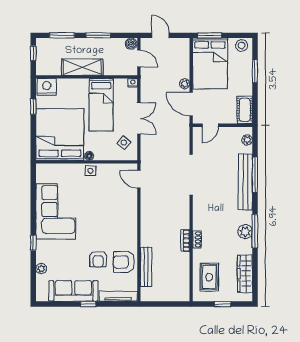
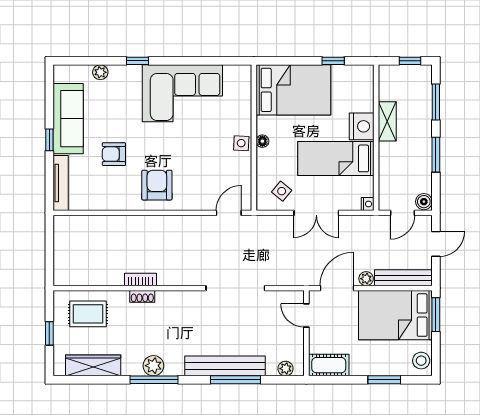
shelving: (82, 67) -> (387, 121), width x0.67, depth x0.75
nightstand: (47, 87) -> (362, 126), moved
bed: (60, 134) -> (293, 90), width x0.73
armchair: (124, 262) -> (157, 185), moved
bench: (146, 267) -> (403, 278), moved

